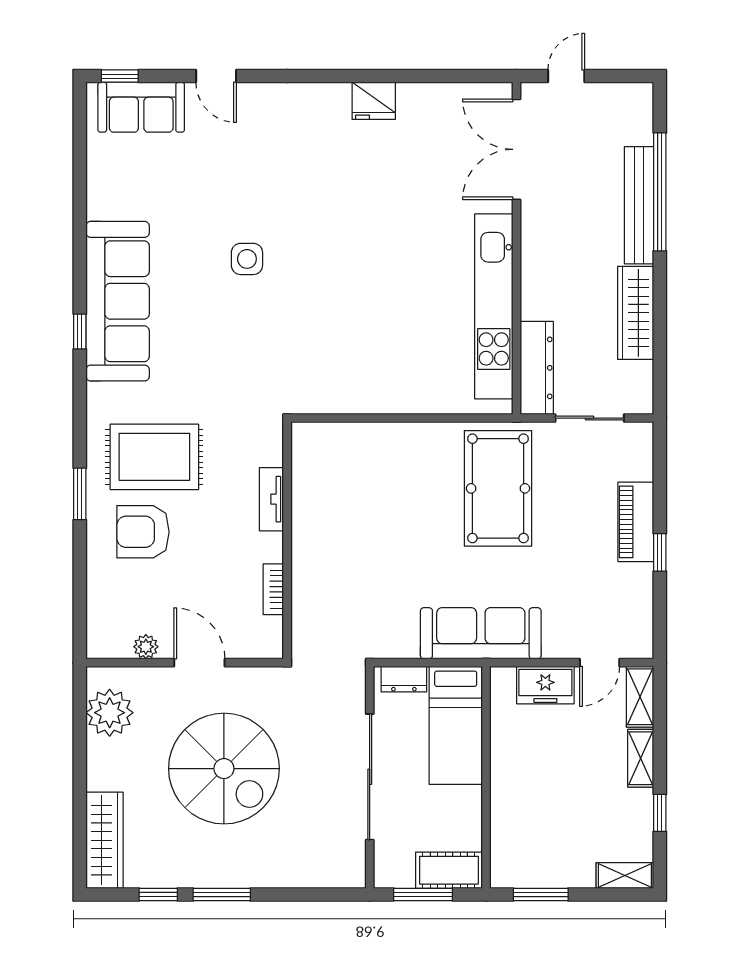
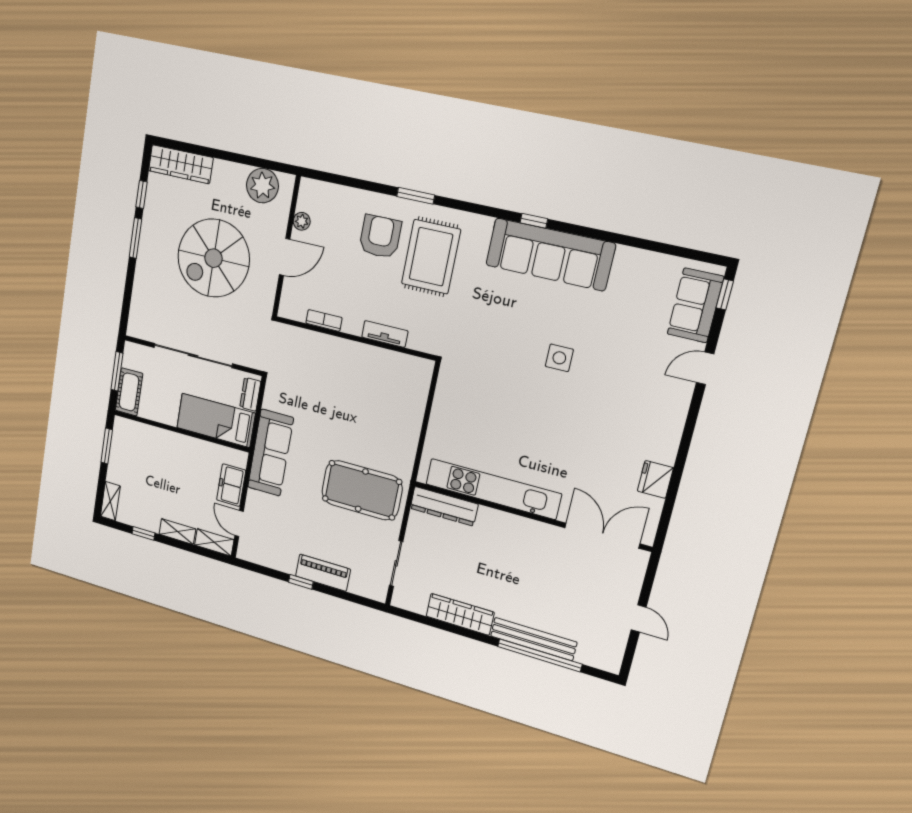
double door: (517, 149) -> (602, 536), moved
wall: (517, 248) -> (531, 516), moved
kitchen unit: (494, 306) -> (493, 489), moved
dresser: (537, 368) -> (444, 506), moved

